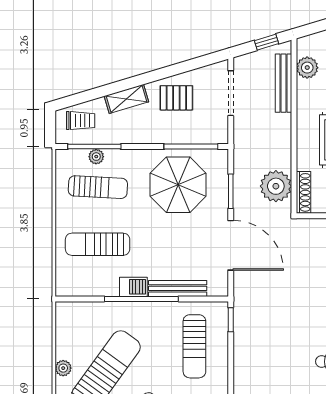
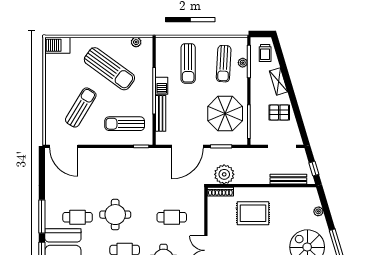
plant: (307, 68) -> (298, 194), removed
pallet: (176, 98) -> (279, 112), turned 90
sun lounger: (98, 244) -> (188, 63), turned 180
plant: (63, 368) -> (136, 42), moved

